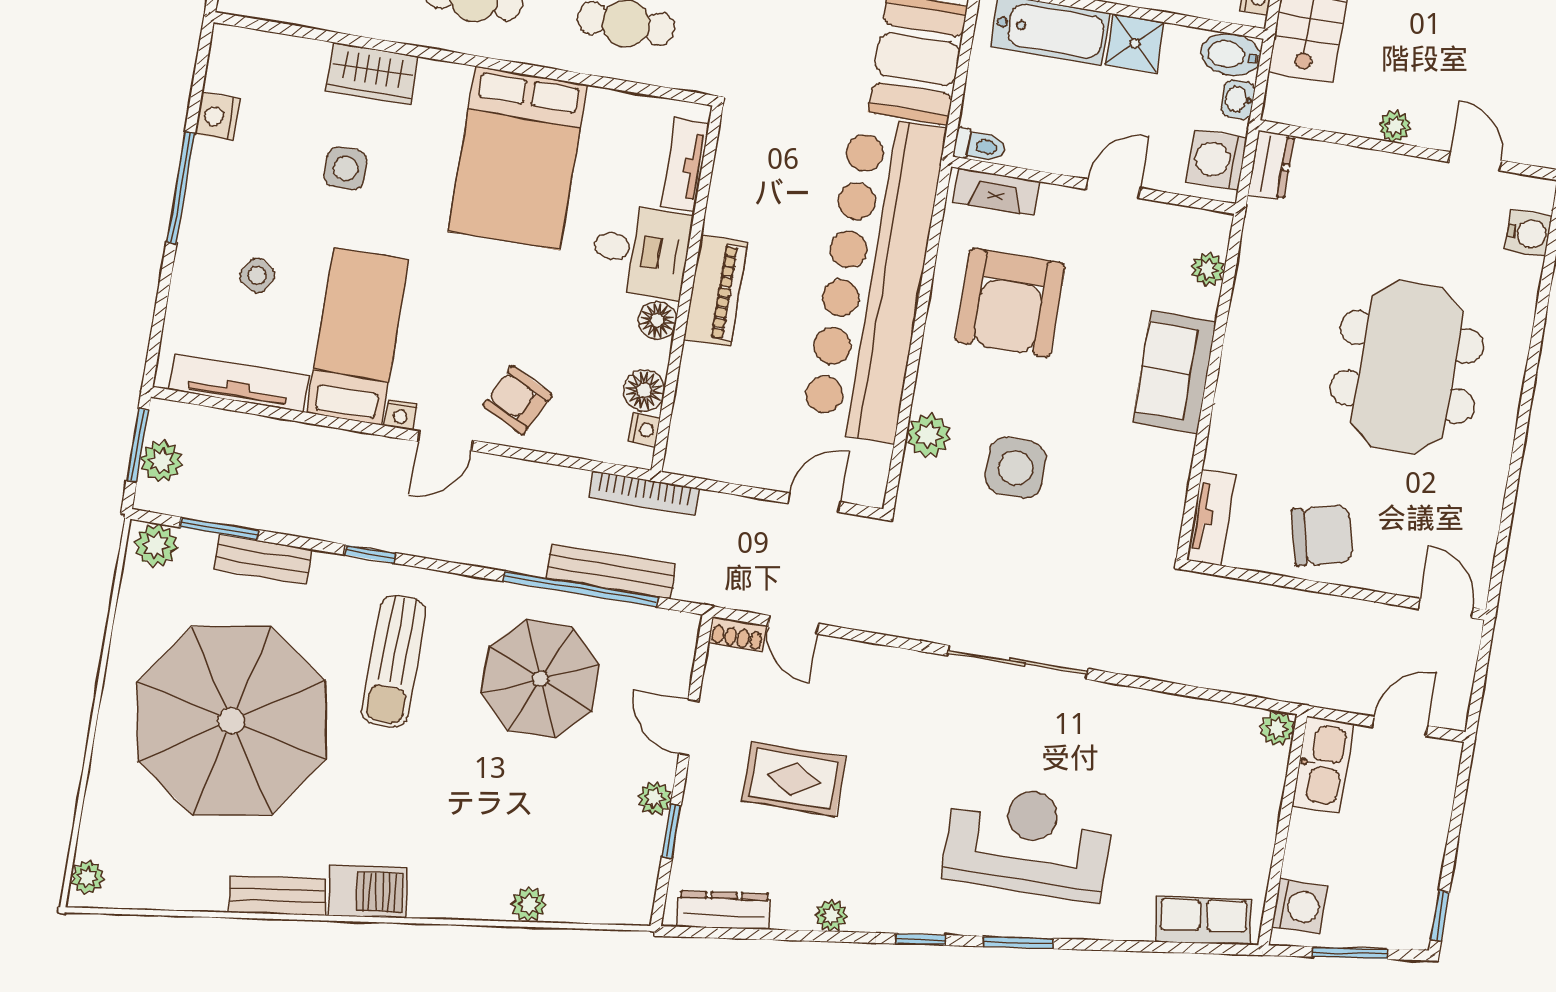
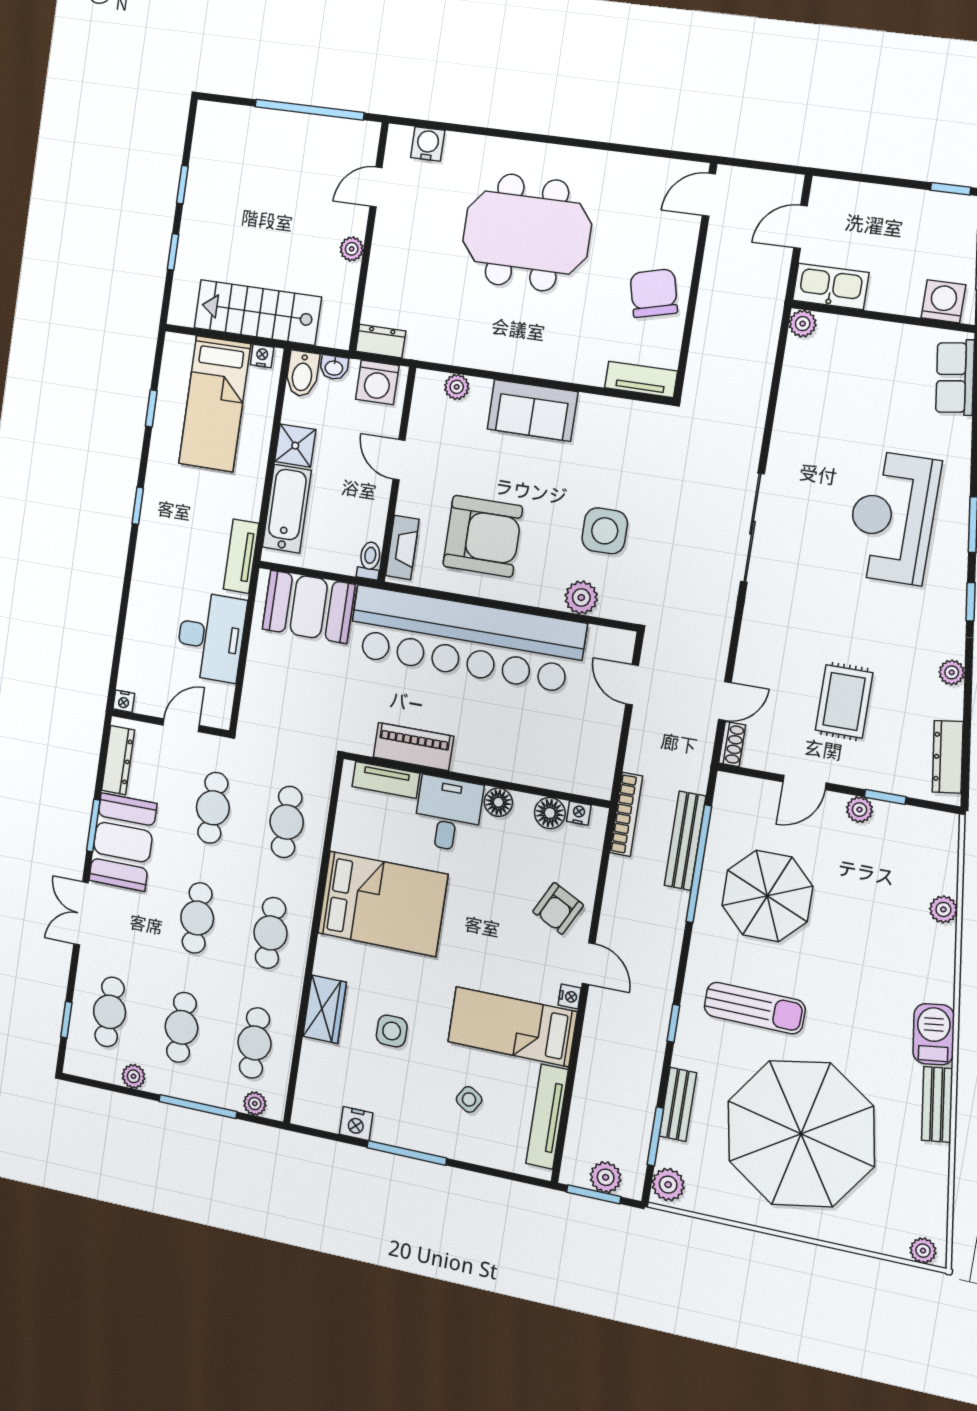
piano: (716, 291) -> (413, 747), moved
door: (1400, 726) -> (800, 227), hinge flipped

